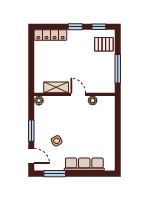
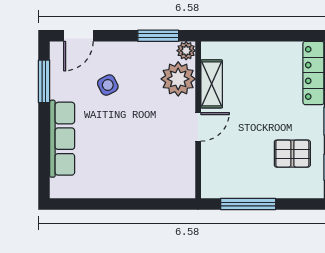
pallet: (104, 44) -> (292, 154), moved, turned 90
plant: (93, 100) -> (178, 79), moved, width x1.88, depth x1.88
window: (31, 131) -> (158, 36), moved

